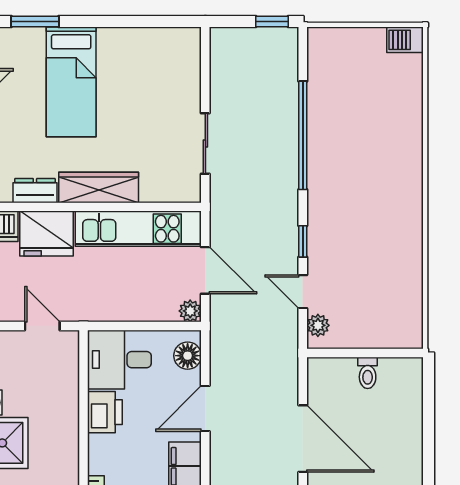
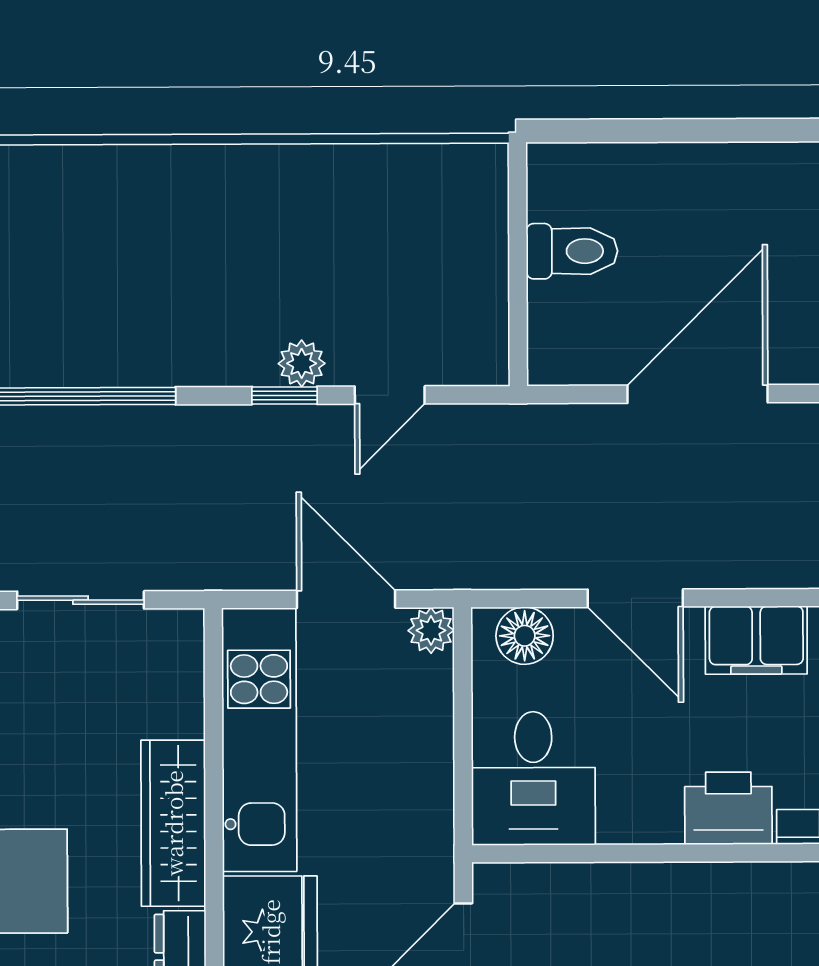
door: (205, 270) -> (346, 599), hinge flipped
plant: (318, 325) -> (302, 363), moved
toilet: (368, 373) -> (572, 251), width x1.37, depth x1.39
printer: (105, 412) -> (728, 808), moved

